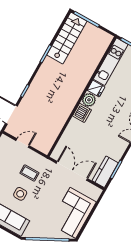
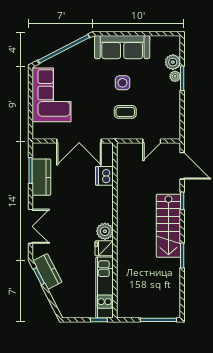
stairs: (67, 38) -> (168, 226), moved
dishwasher: (82, 113) -> (104, 176), moved
kitchen counter: (105, 172) -> (41, 177), moved

